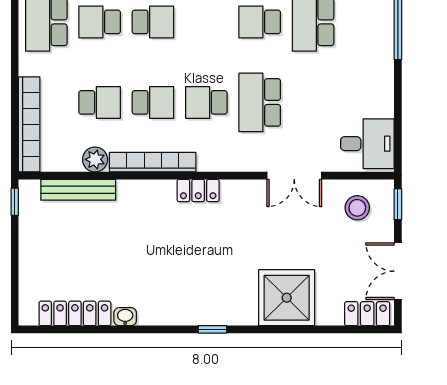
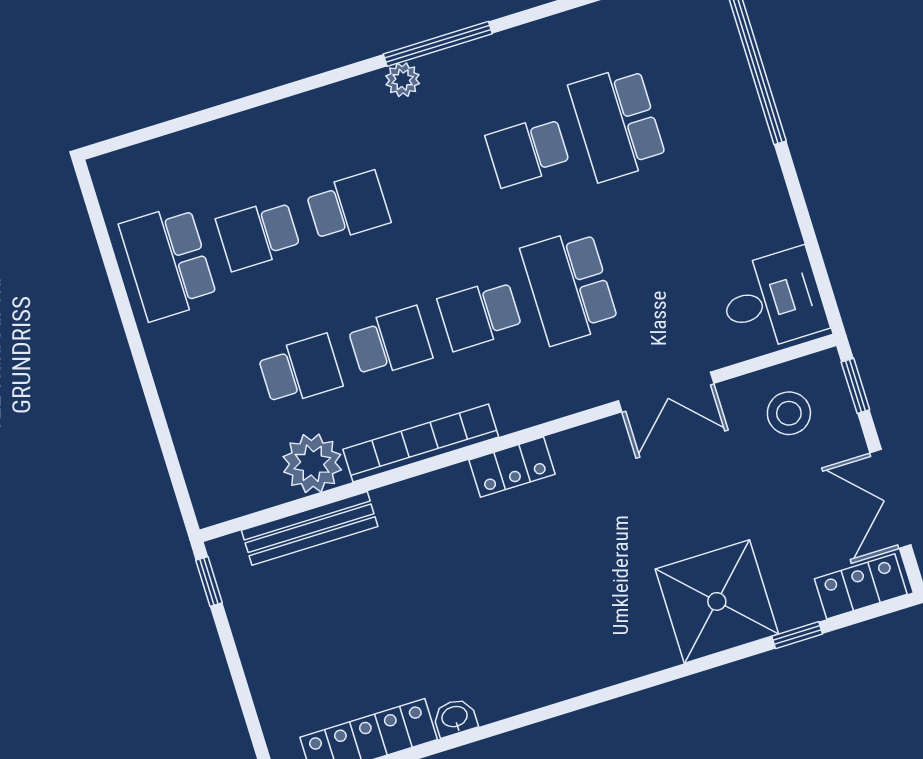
bookcase: (29, 124) -> (193, 444), removed
plant: (95, 159) -> (312, 463), width x1.36, depth x1.36
window: (213, 329) -> (797, 635), moved

